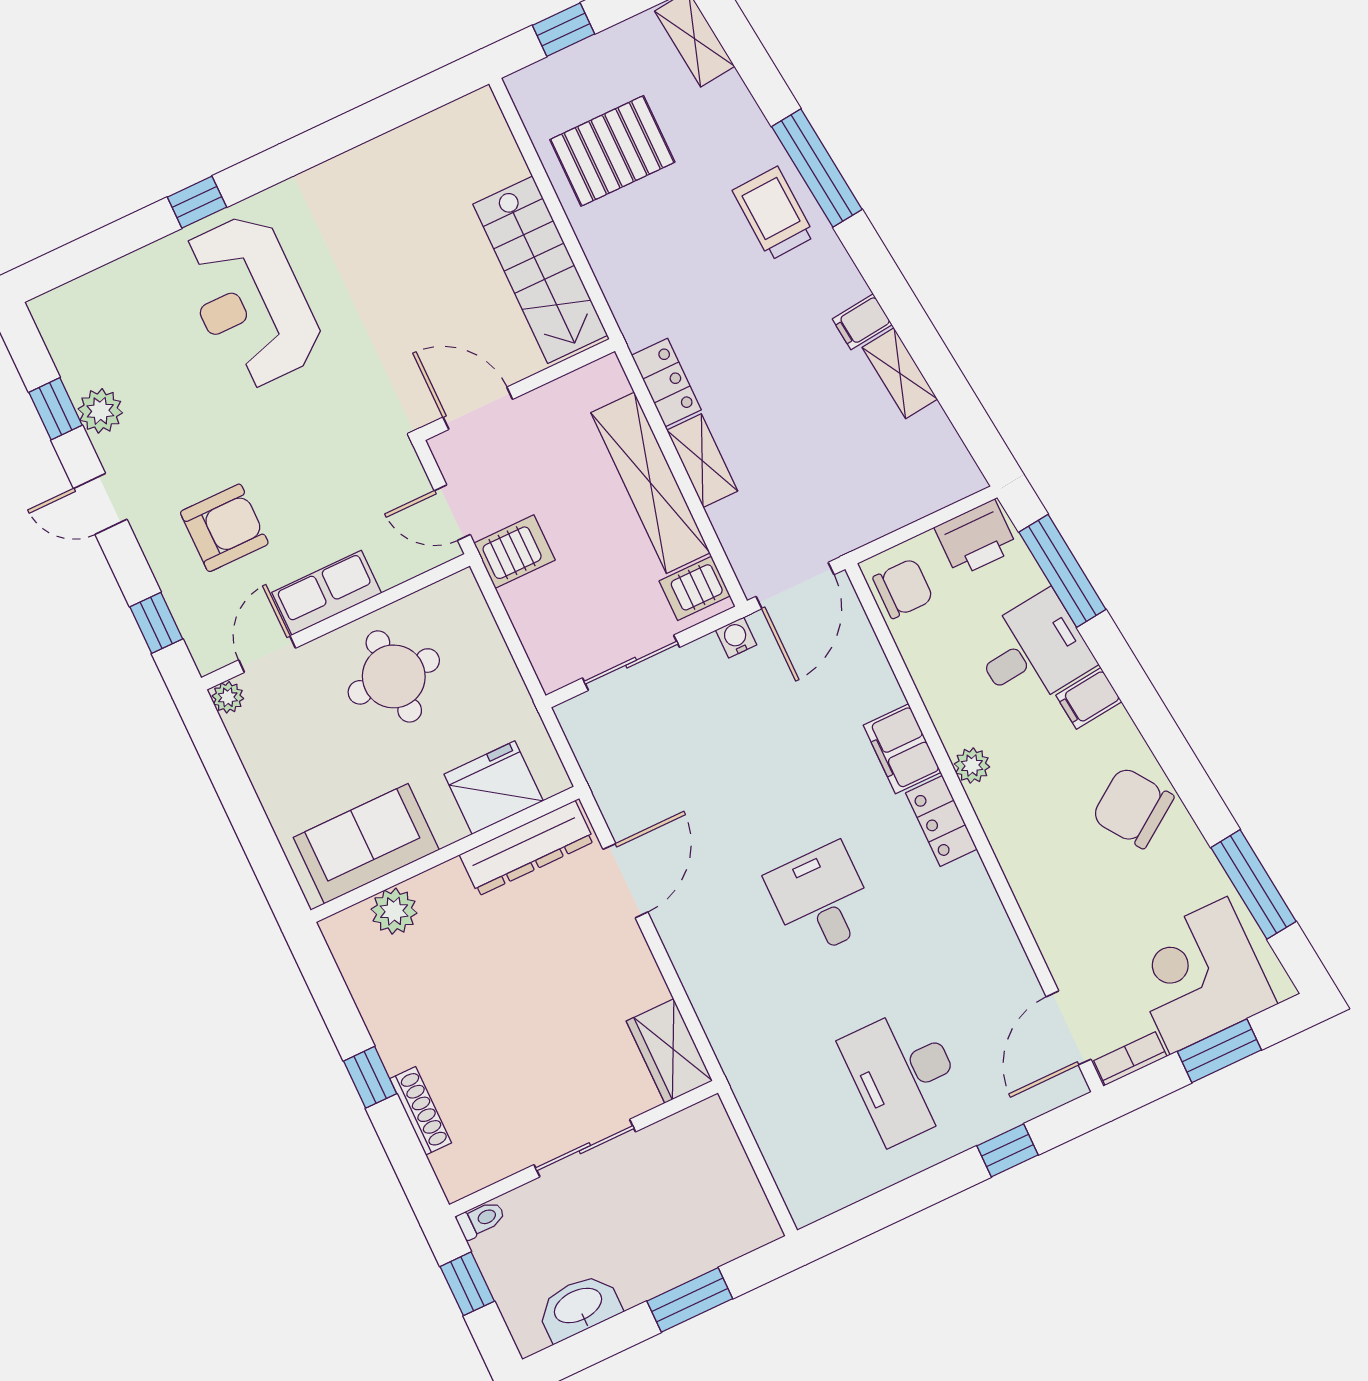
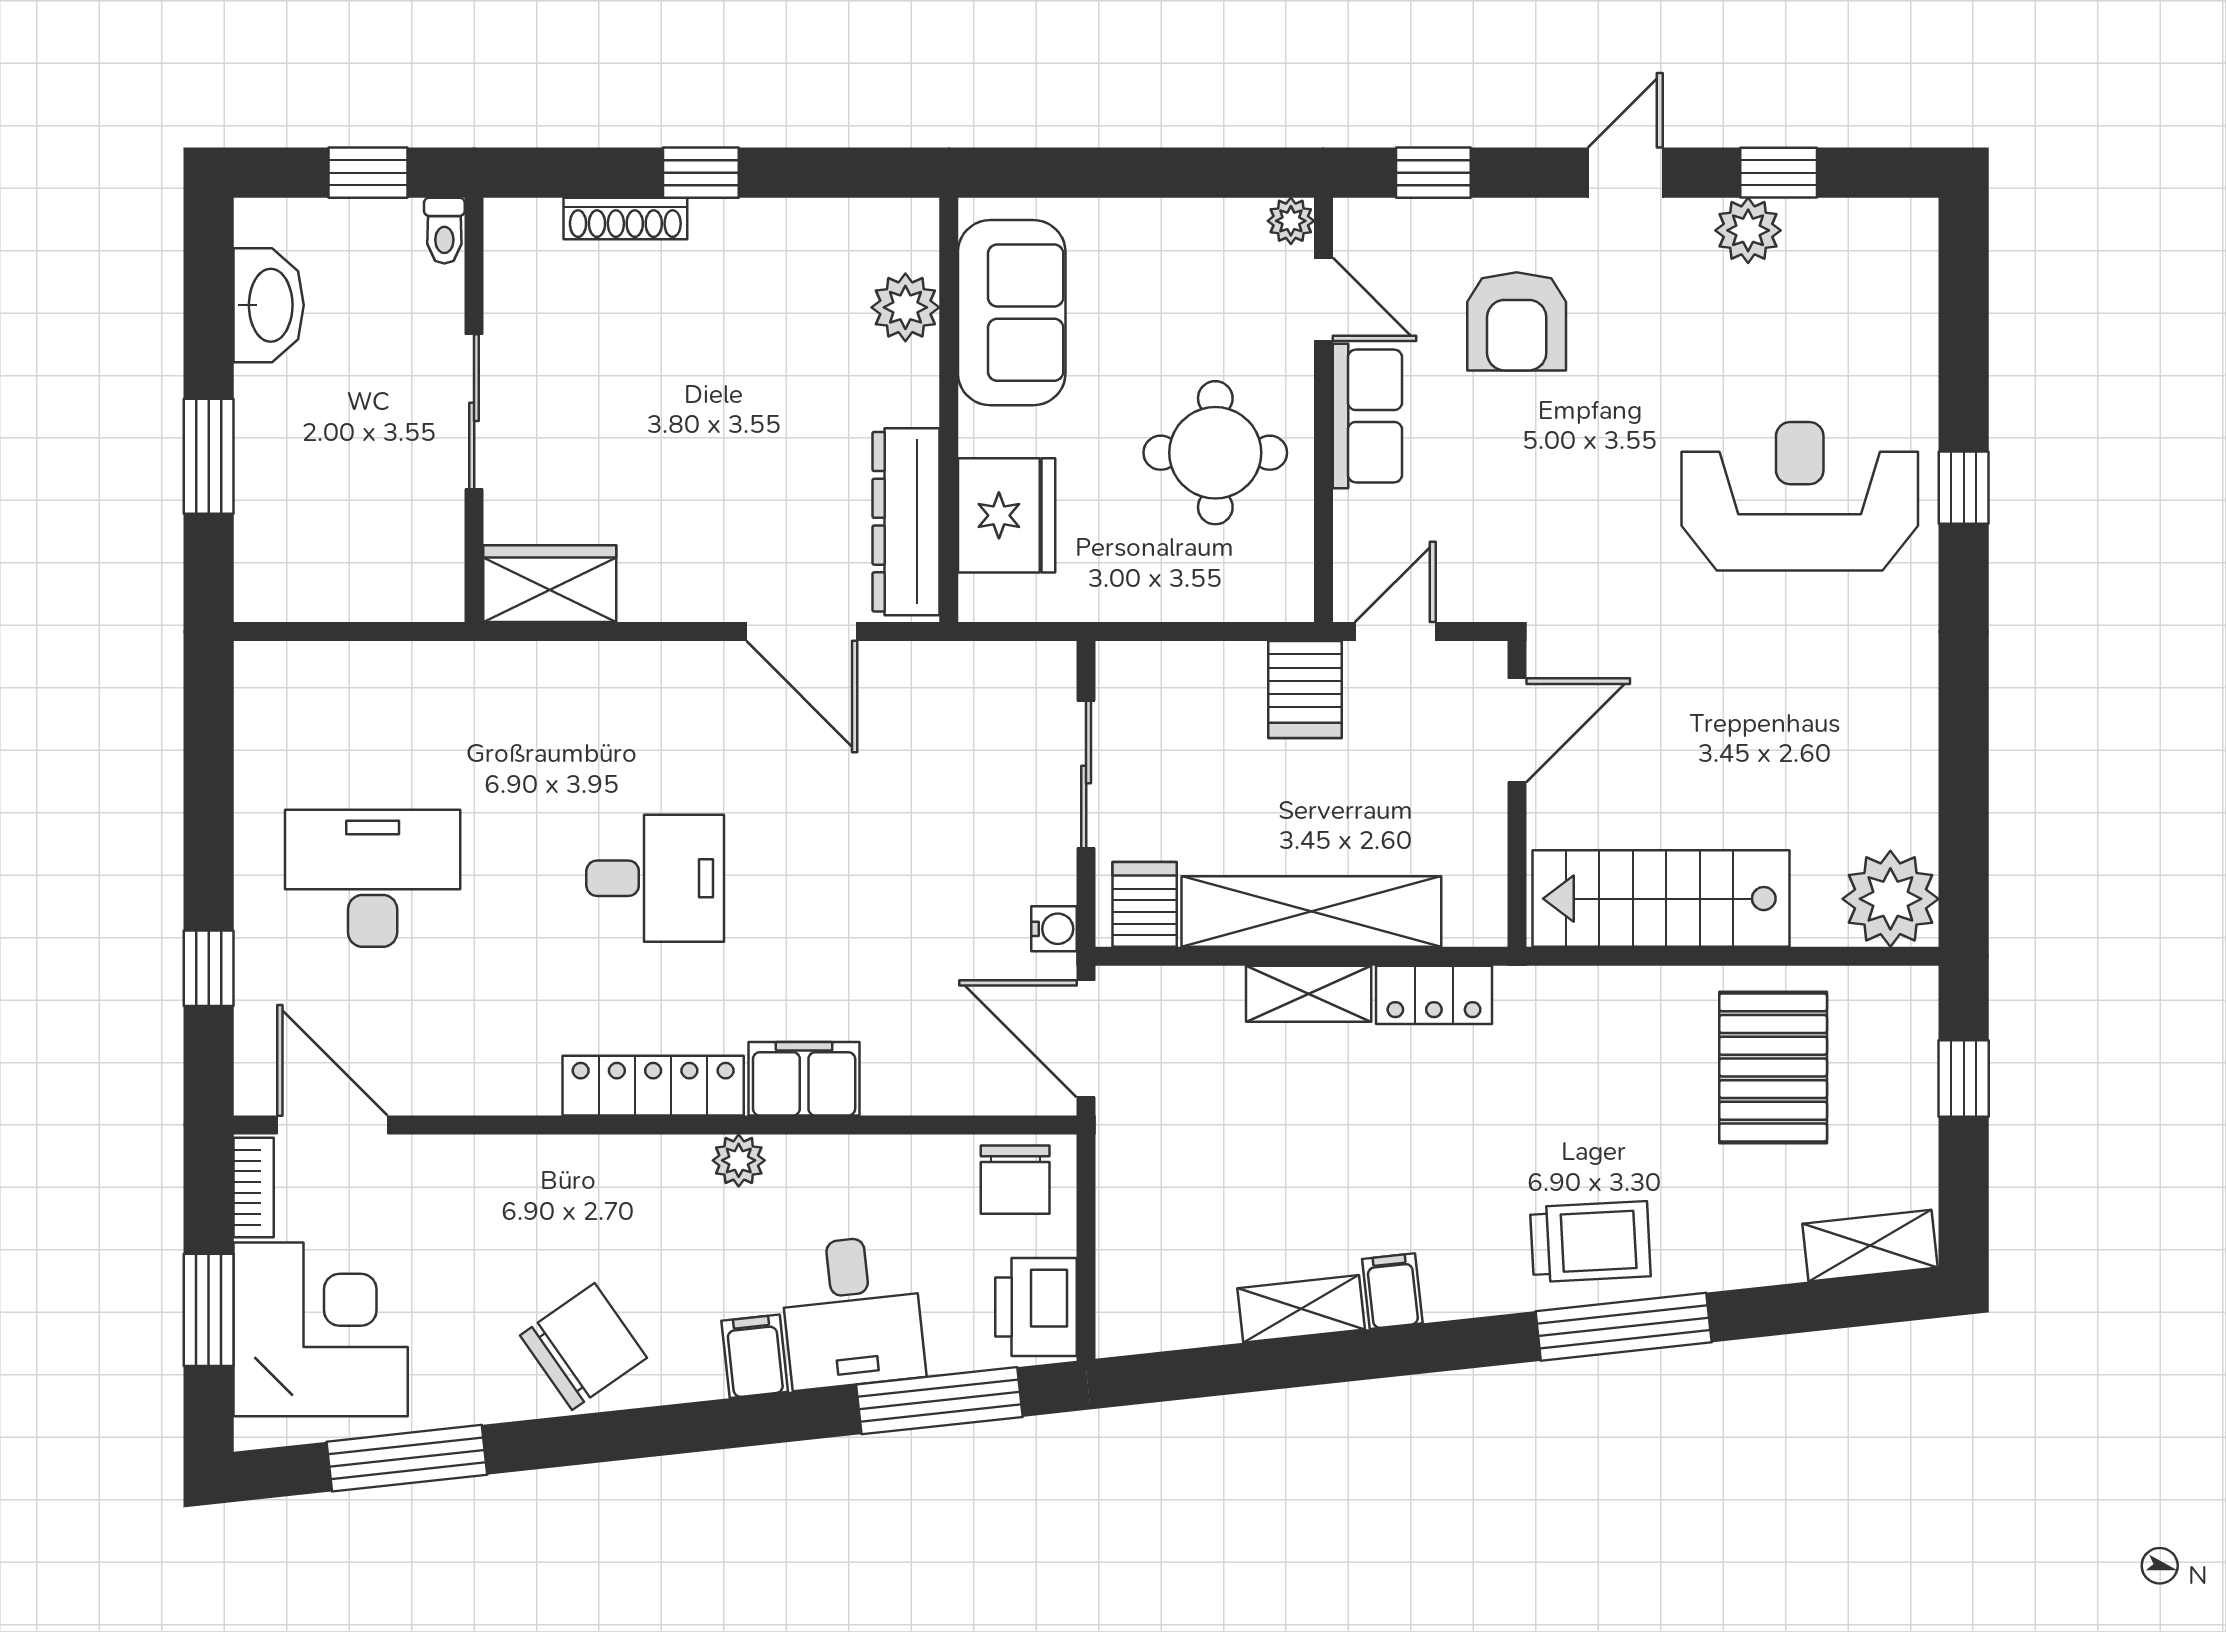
plant: (473, 127) -> (1890, 899), added
locker: (941, 821) -> (653, 1086), width x1.53

